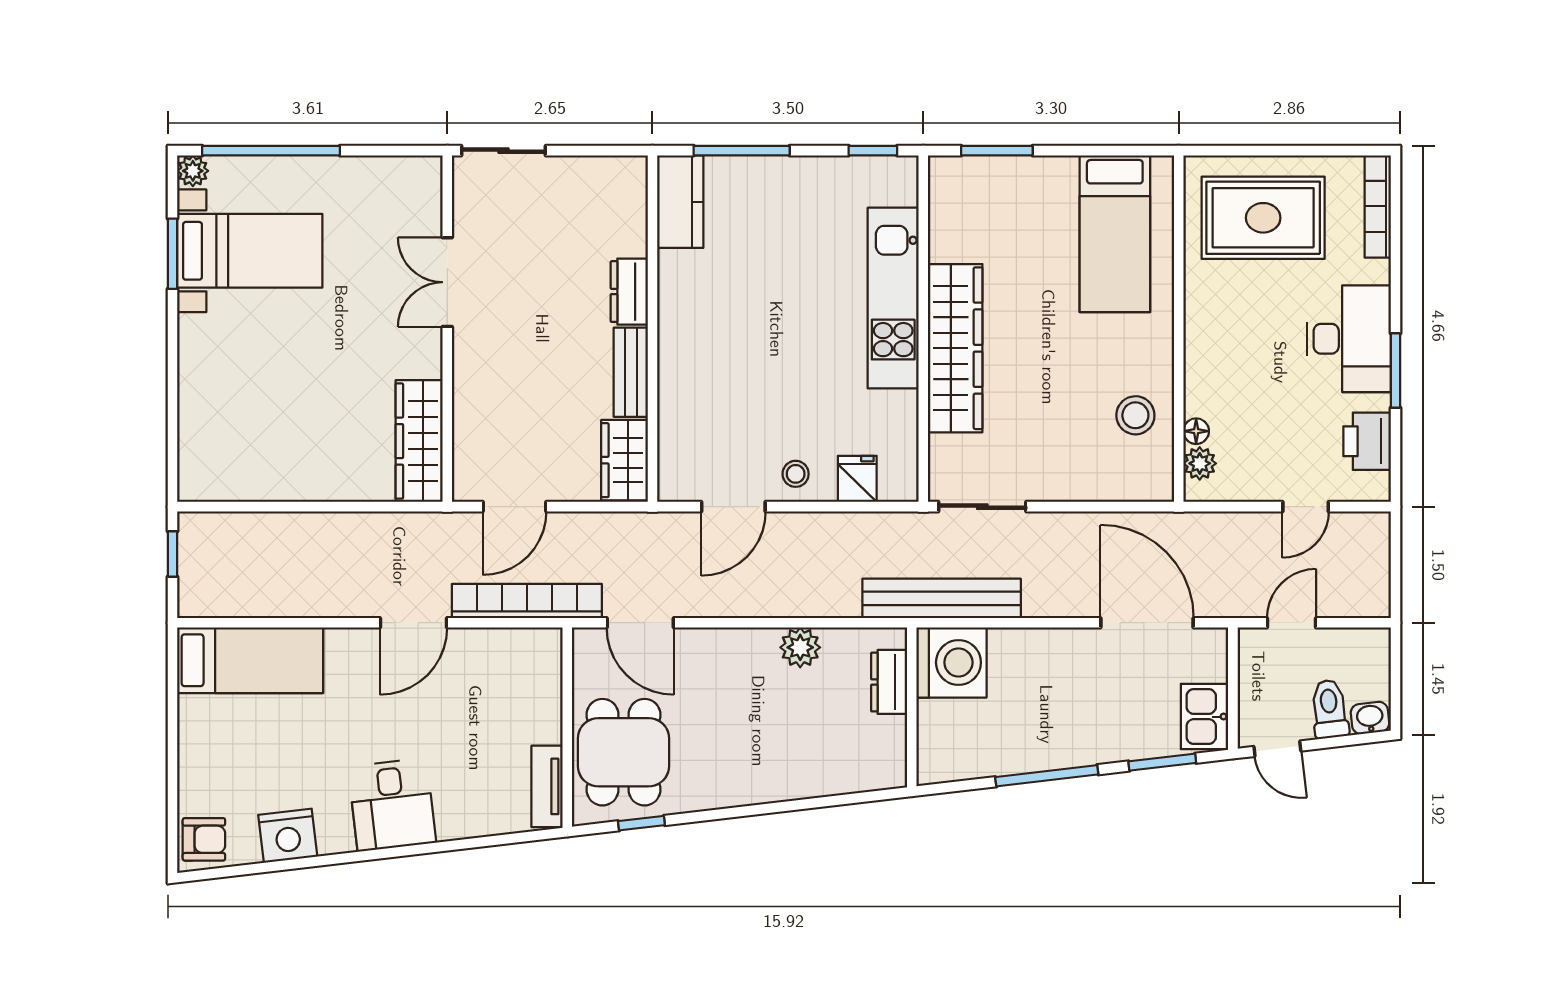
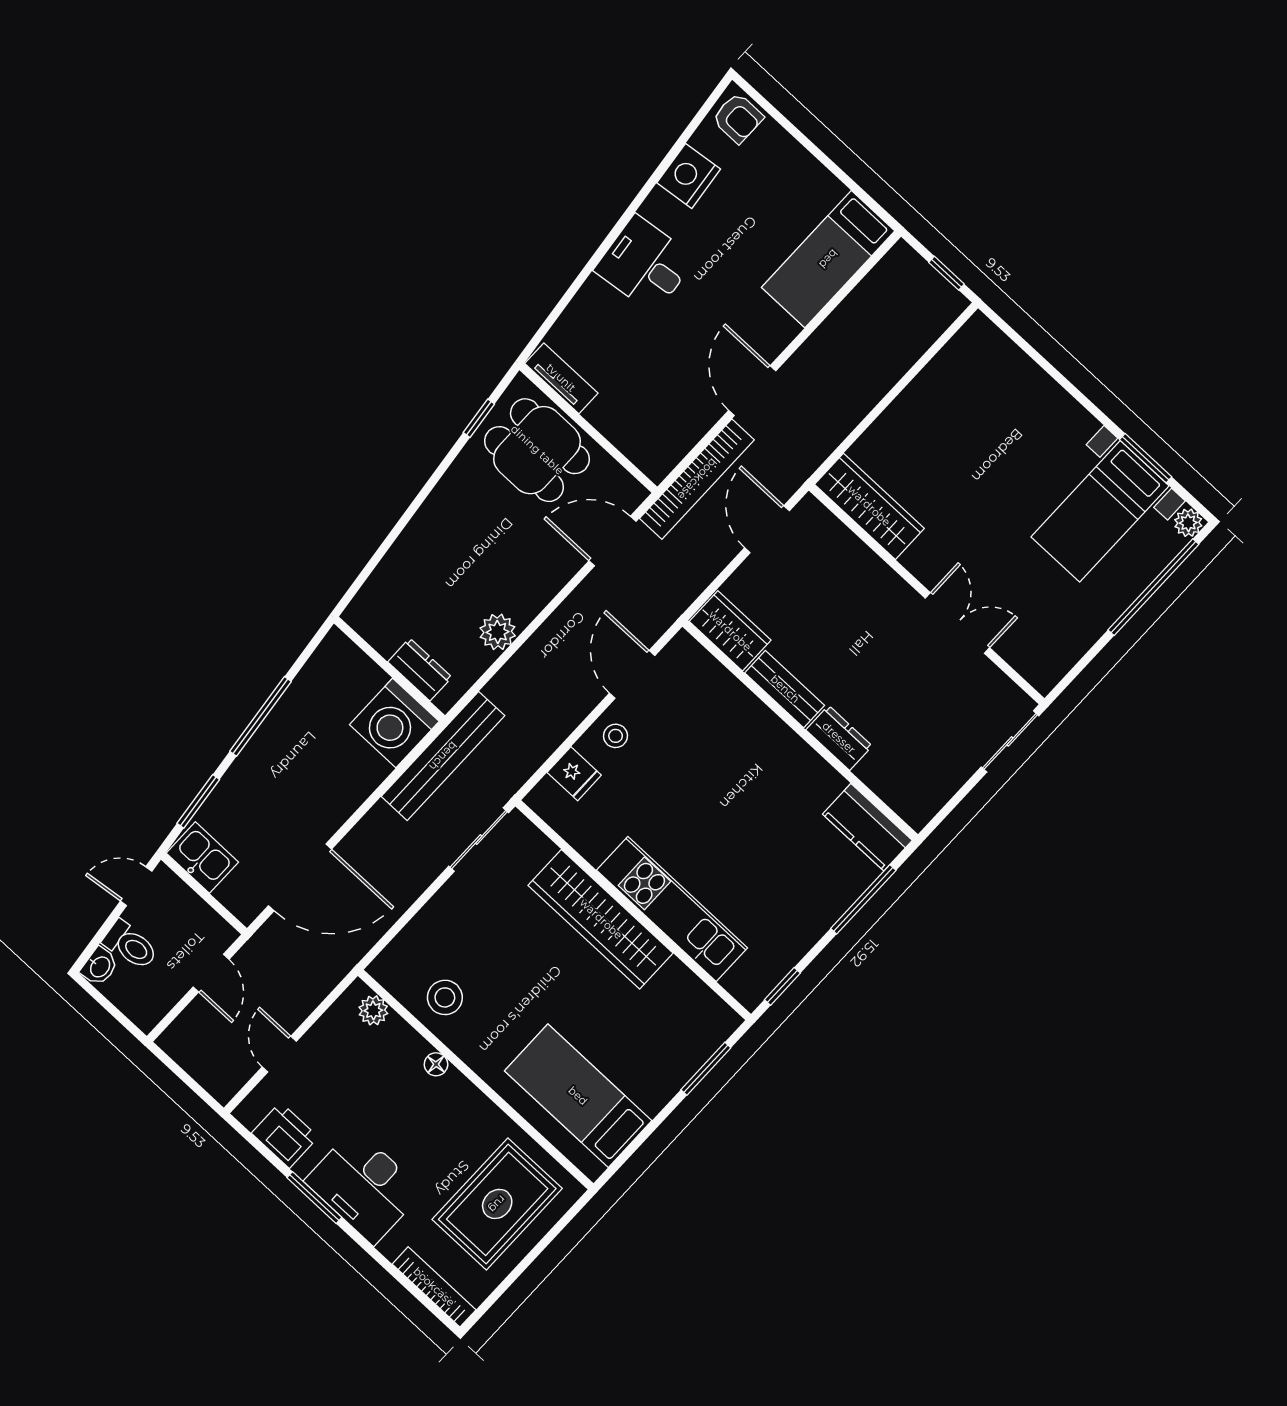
floor lamp: (1196, 431) -> (436, 1064), moved
armchair: (204, 839) -> (738, 118), turned -90

